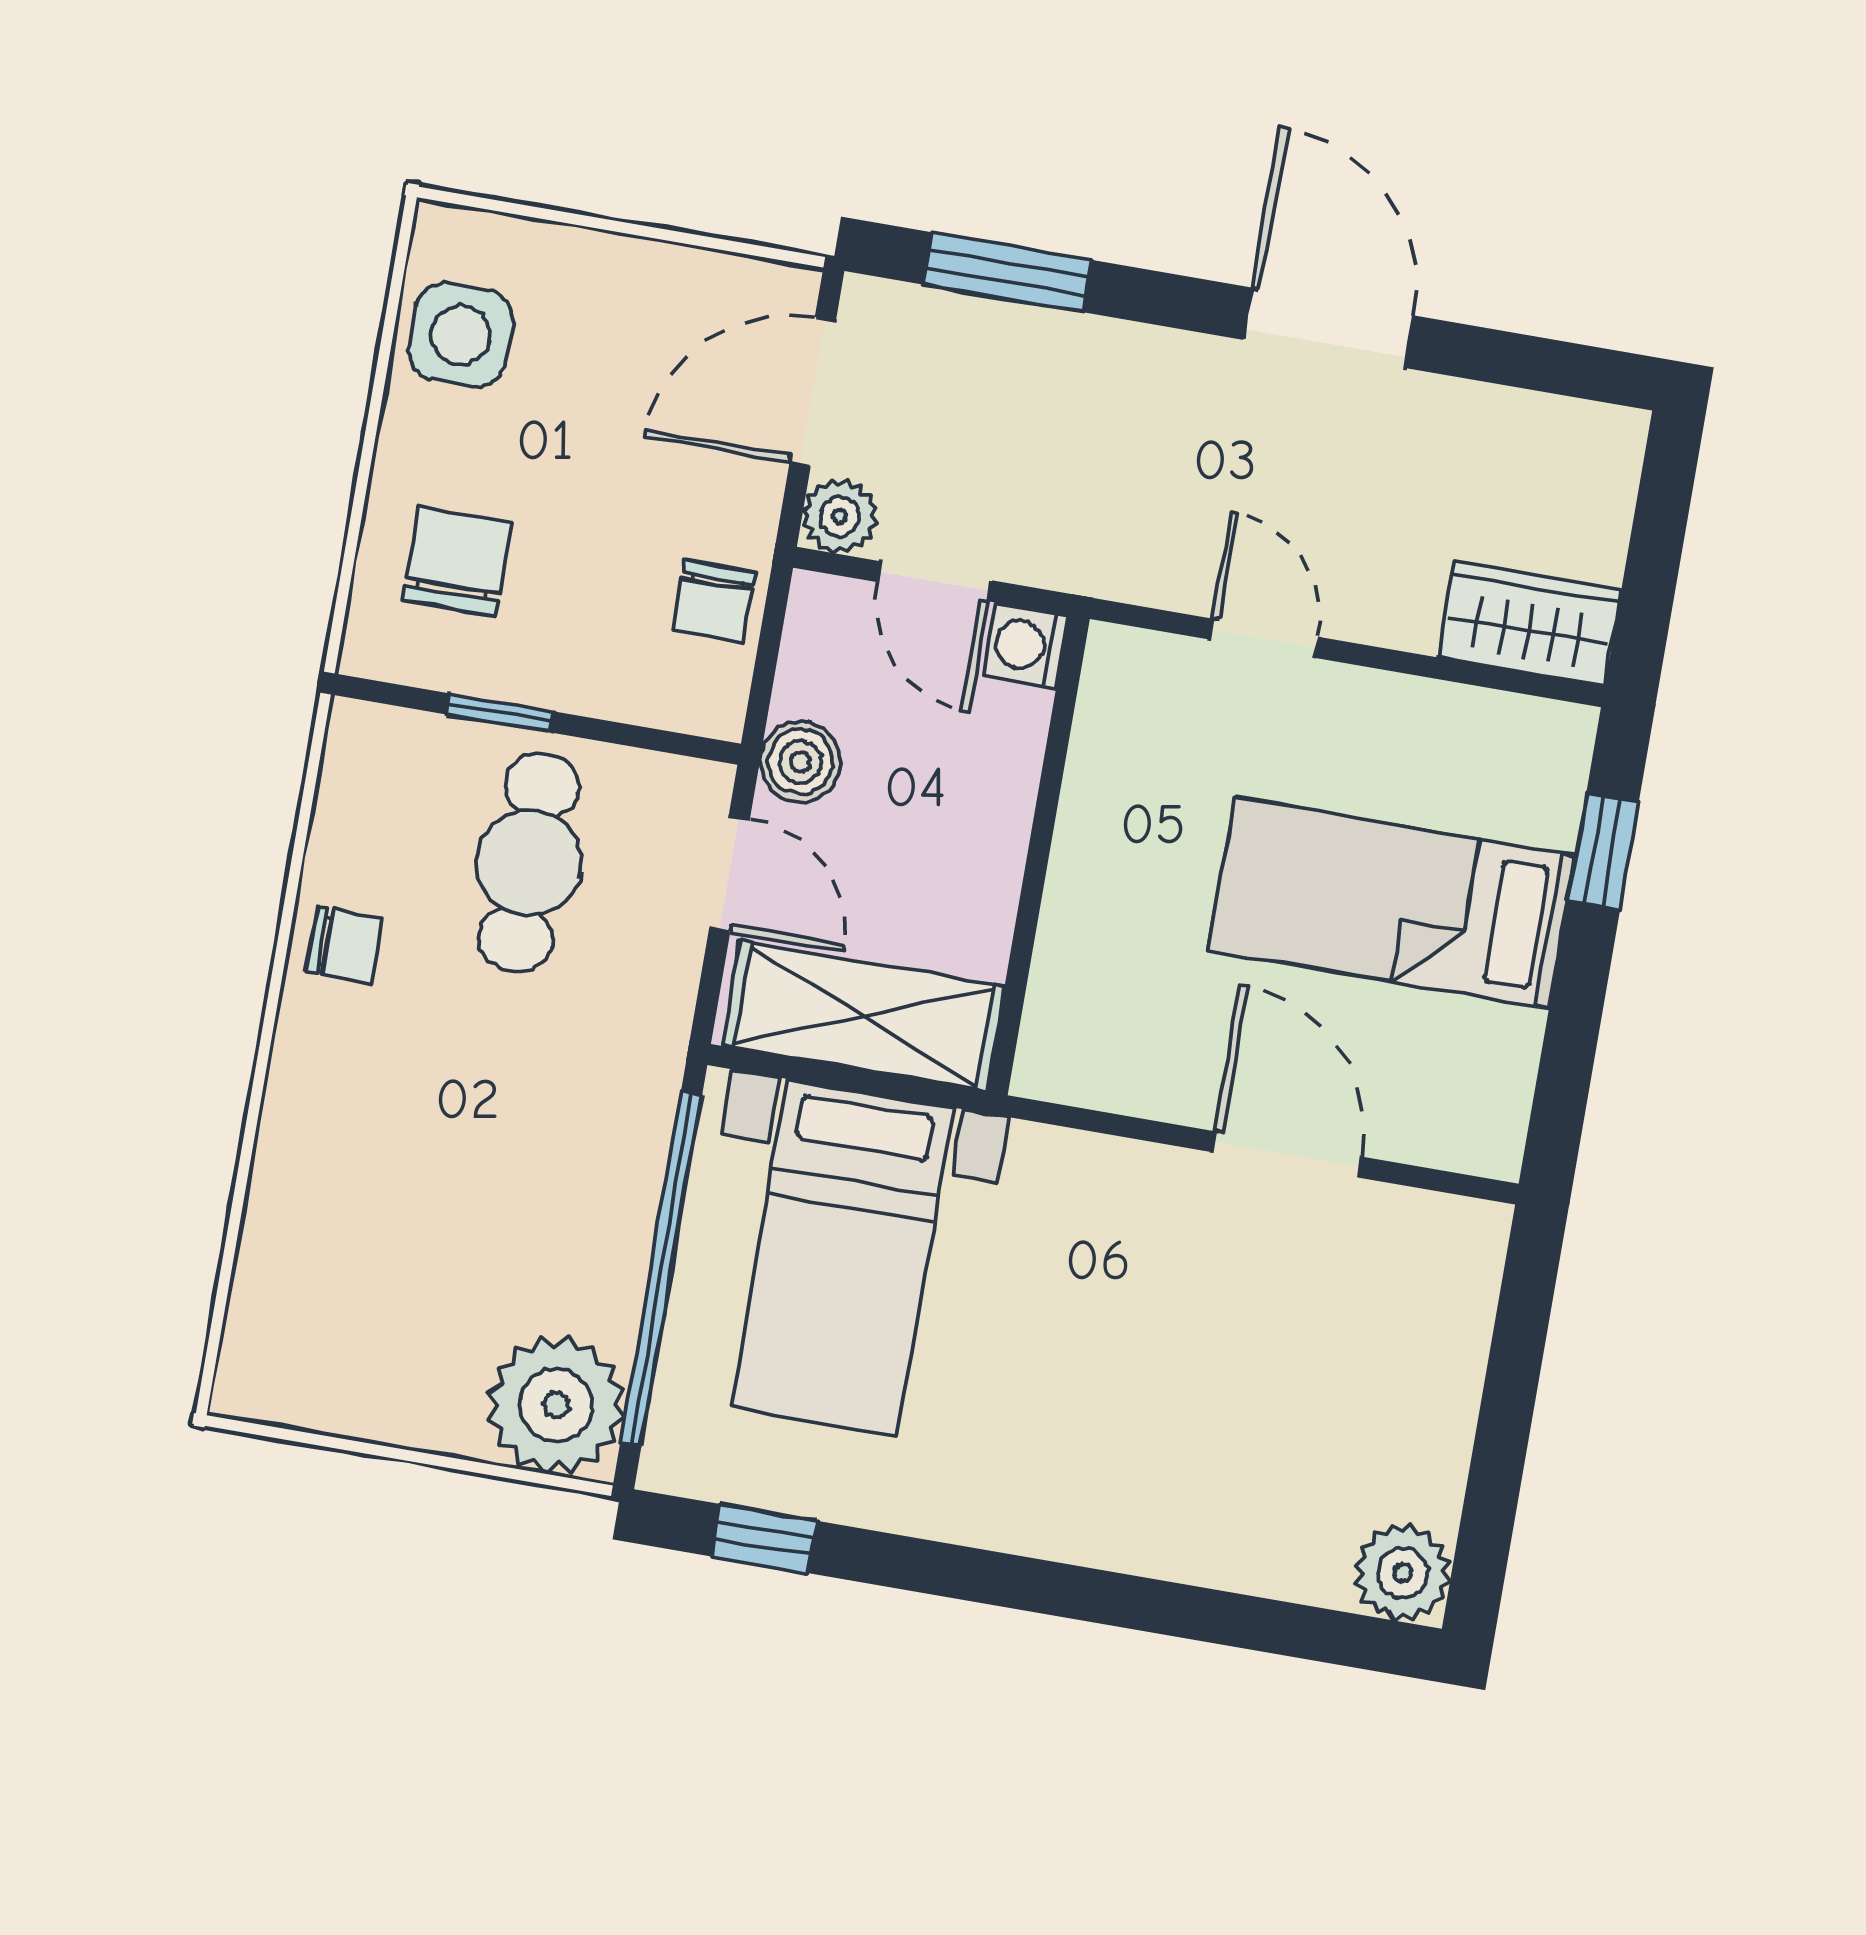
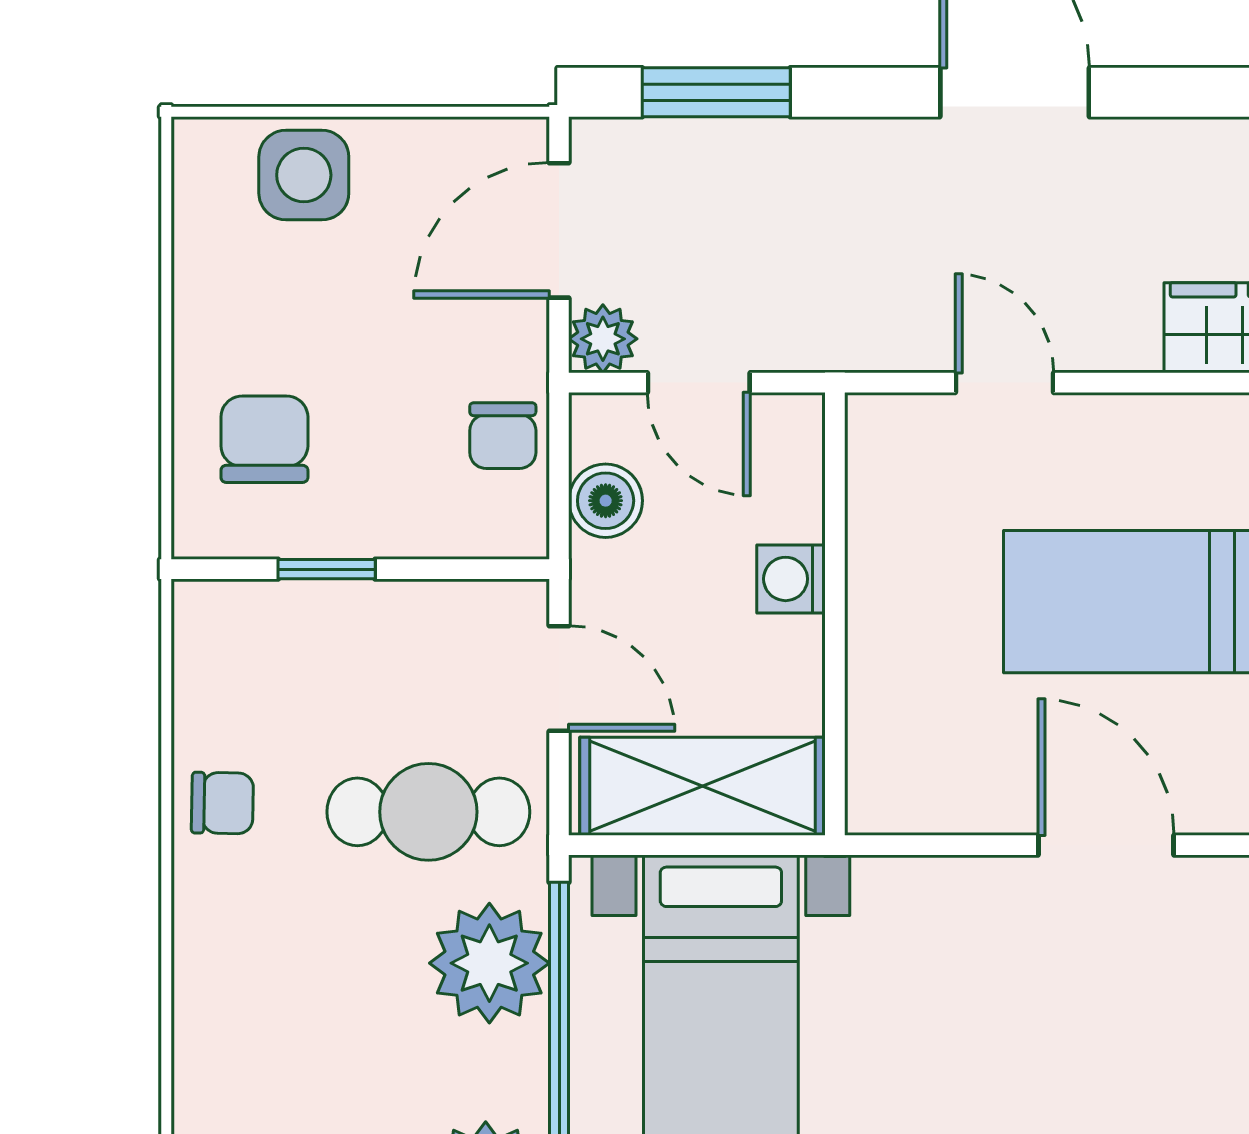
side table: (461, 335) -> (304, 175), moved
washing machine: (1026, 646) -> (791, 579), moved
boiler: (800, 761) -> (606, 501), moved
cafe table: (529, 863) -> (428, 812), moved, turned 90
plant: (602, 1167) -> (489, 963), added

